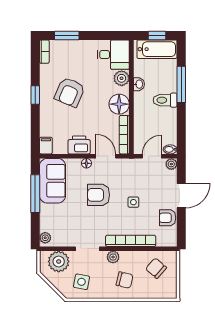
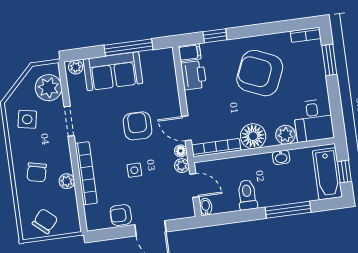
armchair: (70, 92) -> (260, 73), width x1.36, depth x1.36
window: (35, 95) -> (215, 36), moved
toilet: (165, 100) -> (247, 195), moved
printer: (79, 145) -> (194, 75), moved
door: (106, 156) -> (187, 128), swing flipped
floor lamp: (86, 163) -> (181, 151), moved
plant: (171, 164) -> (182, 166), moved
sofa: (53, 181) -> (113, 71), moved
armchair: (168, 218) -> (121, 215), turned -90
plant: (113, 257) -> (67, 181), moved
chair: (156, 268) -> (45, 221), moved

